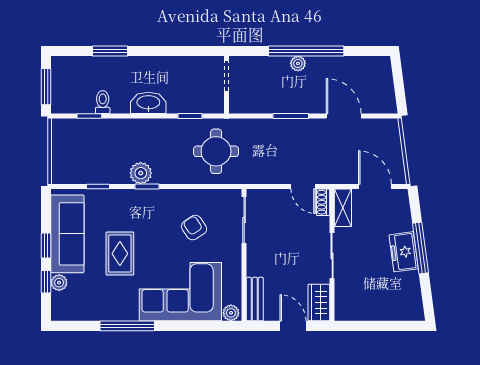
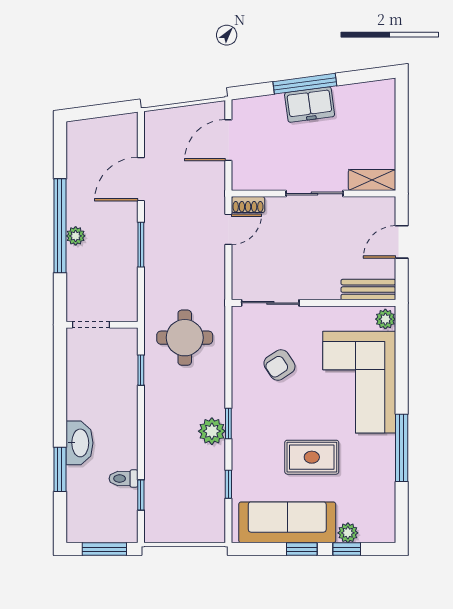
washbasin: (148, 103) -> (79, 443), moved, turned 180
shelving: (343, 208) -> (372, 180), moved
wardrobe: (319, 303) -> (373, 210), removed

